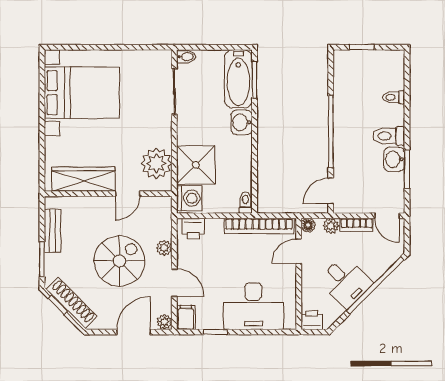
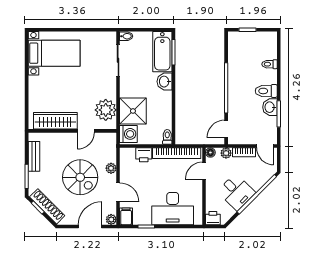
bed with nightstands: (82, 93) -> (54, 53), width x0.73
printer: (193, 228) -> (144, 155), moved
spiral stairs: (119, 261) -> (80, 177), turned 90

